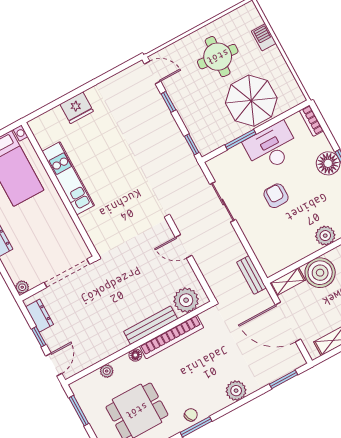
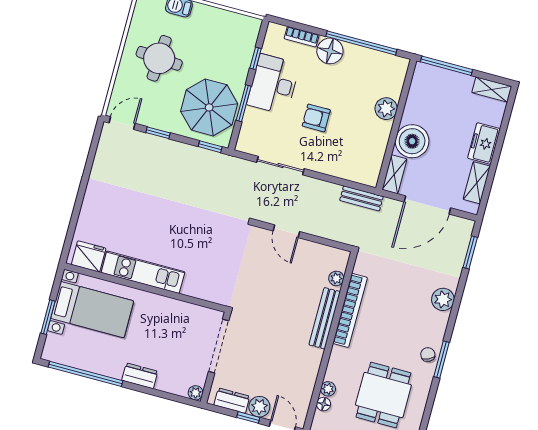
parasol: (251, 101) -> (209, 107), moved
fridge: (77, 108) -> (89, 256), moved, turned -90
window: (277, 120) -> (256, 58), added
bookcase: (312, 121) -> (302, 37), moved
door: (184, 246) -> (286, 231), hinge flipped
plant: (186, 300) -> (336, 278), width x0.53, depth x0.53
plant: (53, 337) -> (259, 407), added
floor lamp: (135, 355) -> (324, 404), moved

